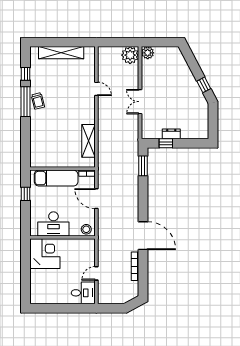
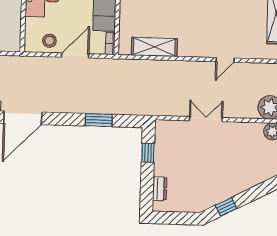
dresser: (171, 134) -> (160, 189), moved
window: (143, 166) -> (99, 120), moved
stool: (86, 229) -> (49, 41), moved

